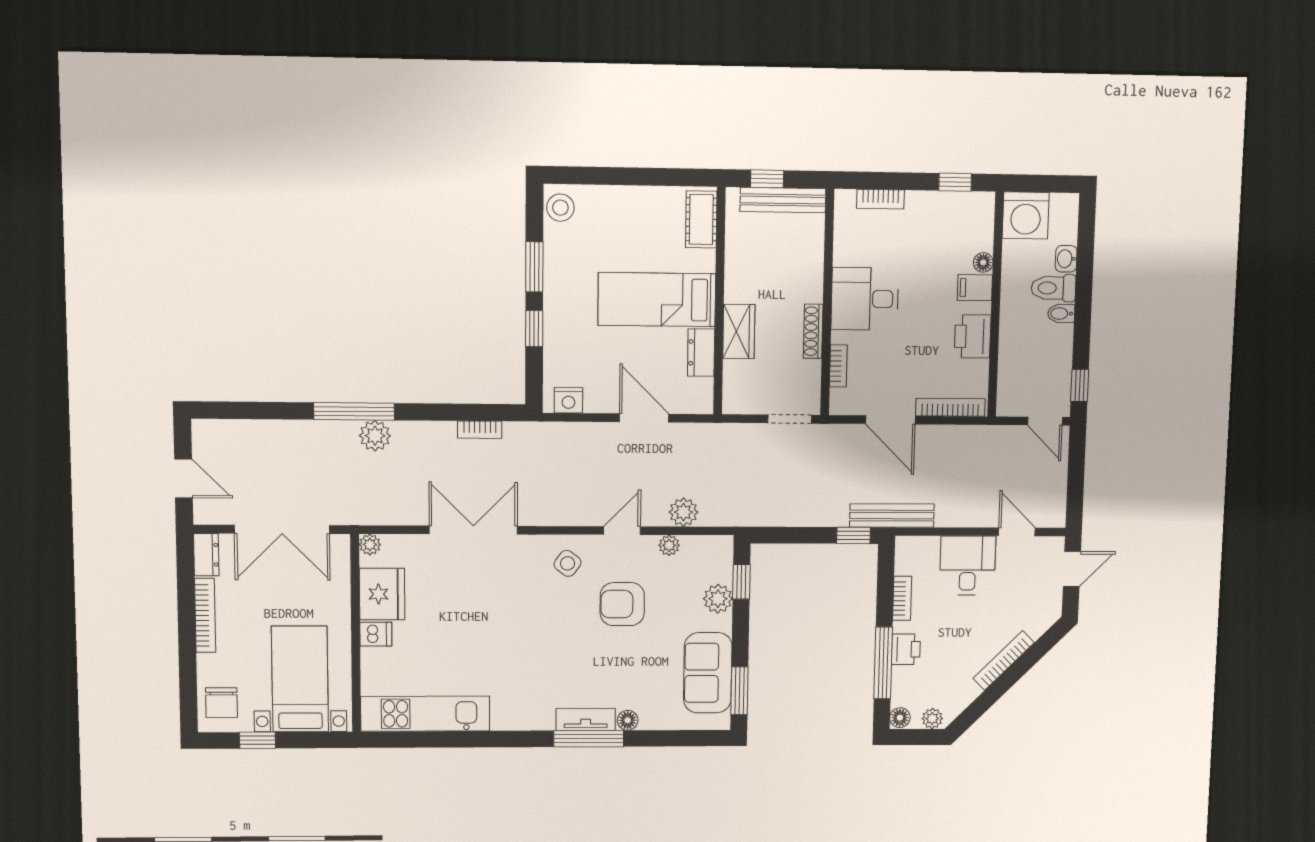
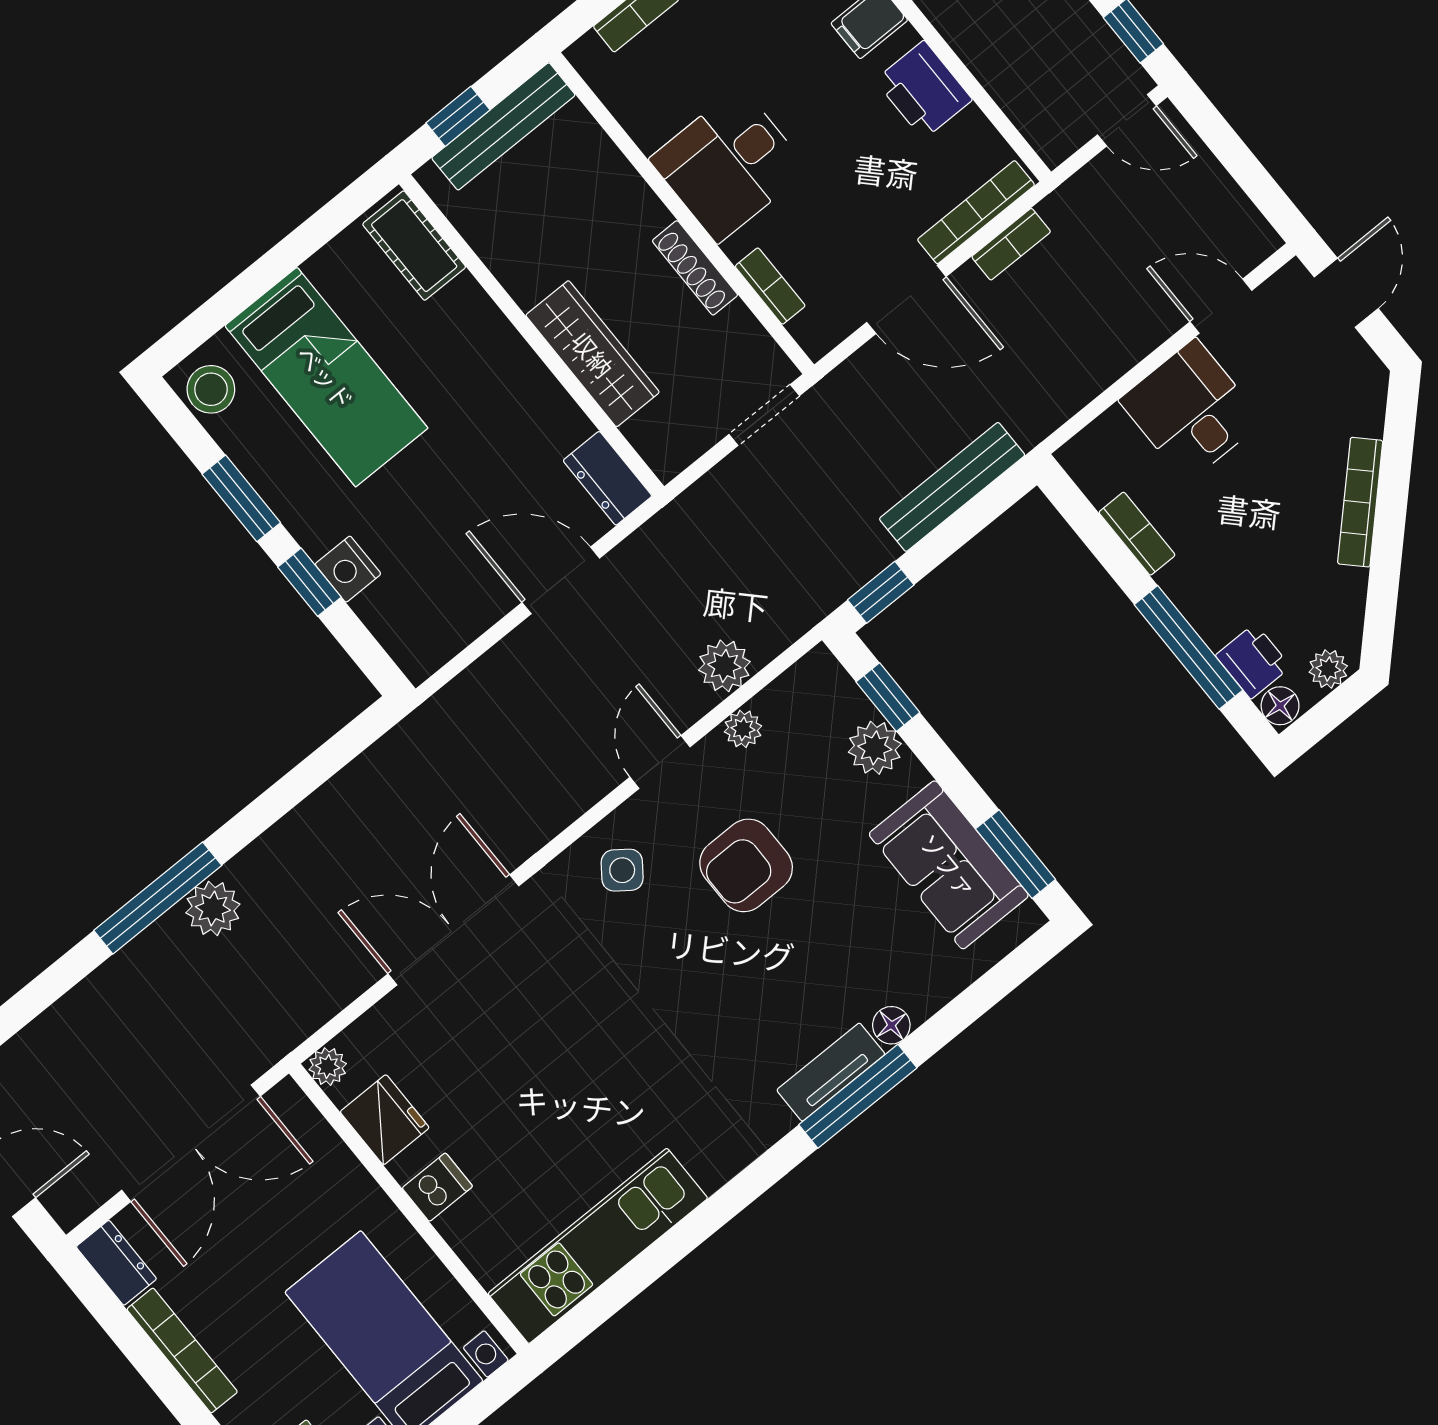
bed: (657, 300) -> (326, 377), moved, turned -90
wardrobe: (739, 332) -> (593, 354), width x1.50
dresser: (701, 353) -> (607, 478), moved
nightstand: (568, 400) -> (348, 569), moved, turned 90
bookcase: (480, 430) -> (1011, 244), moved
bench: (892, 516) -> (952, 487), moved
window: (853, 535) -> (881, 592), moved
fridge: (382, 594) -> (385, 1120), width x0.73, depth x0.75
printer: (906, 649) -> (1253, 661), moved

